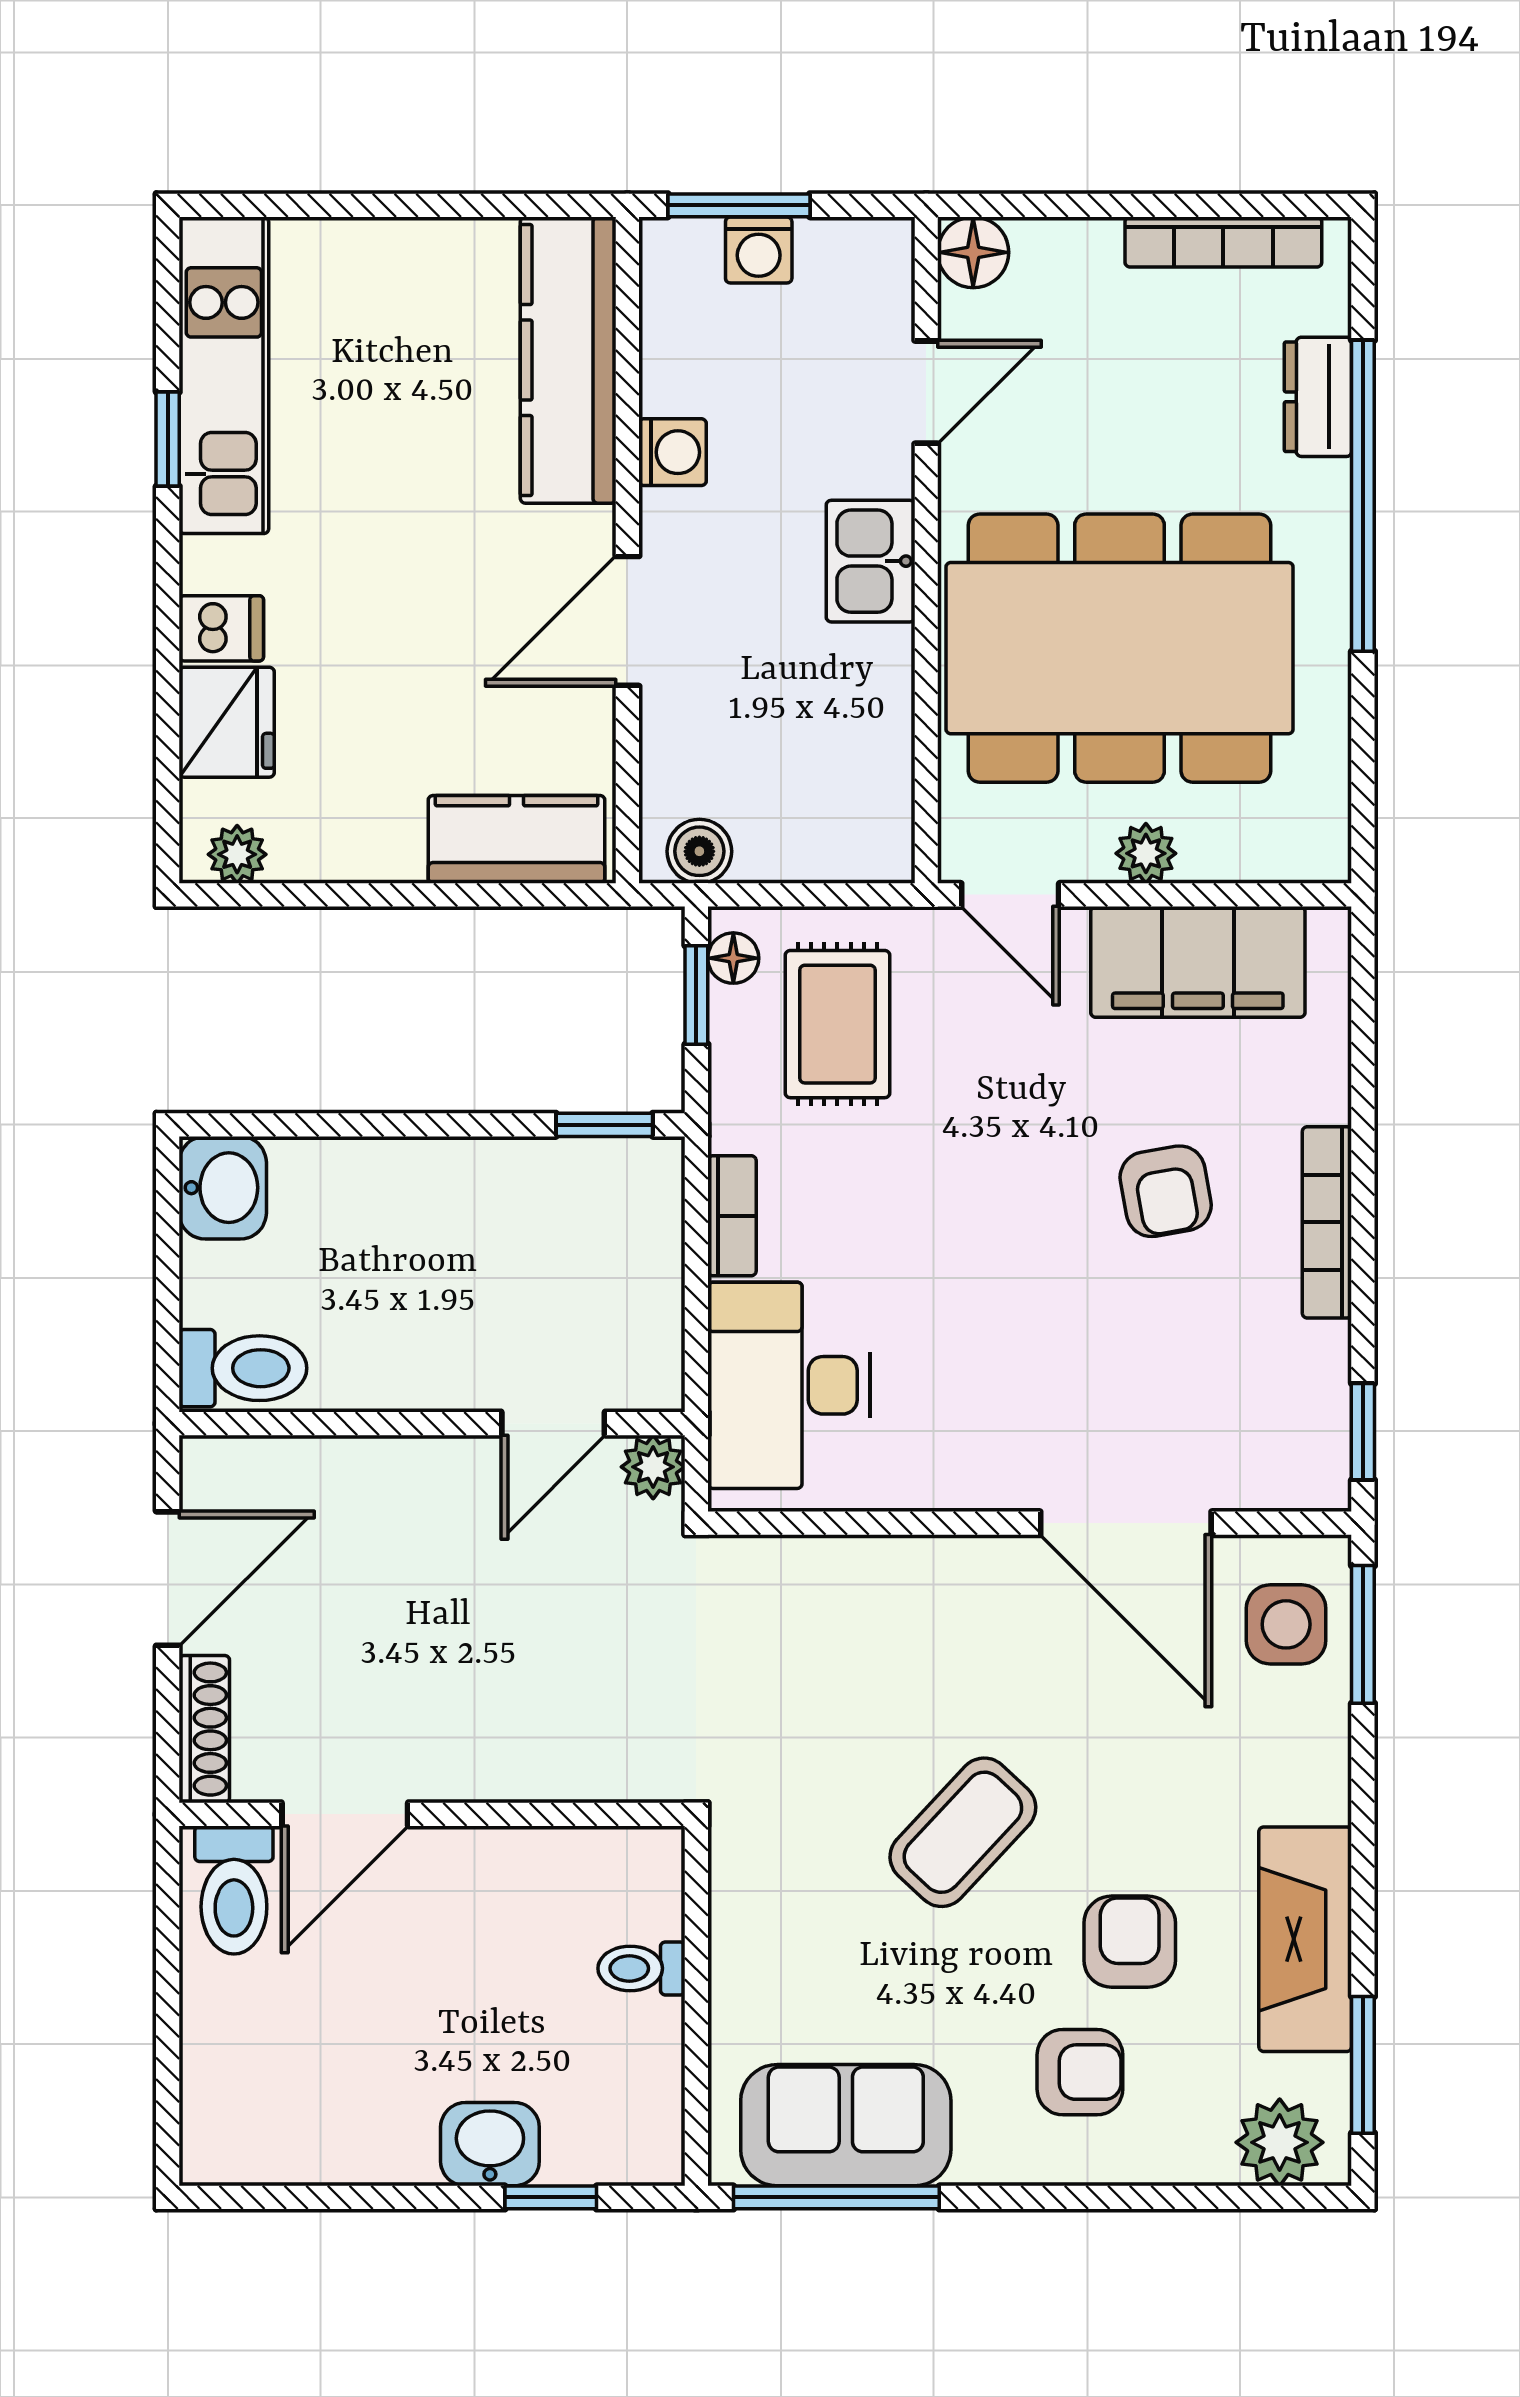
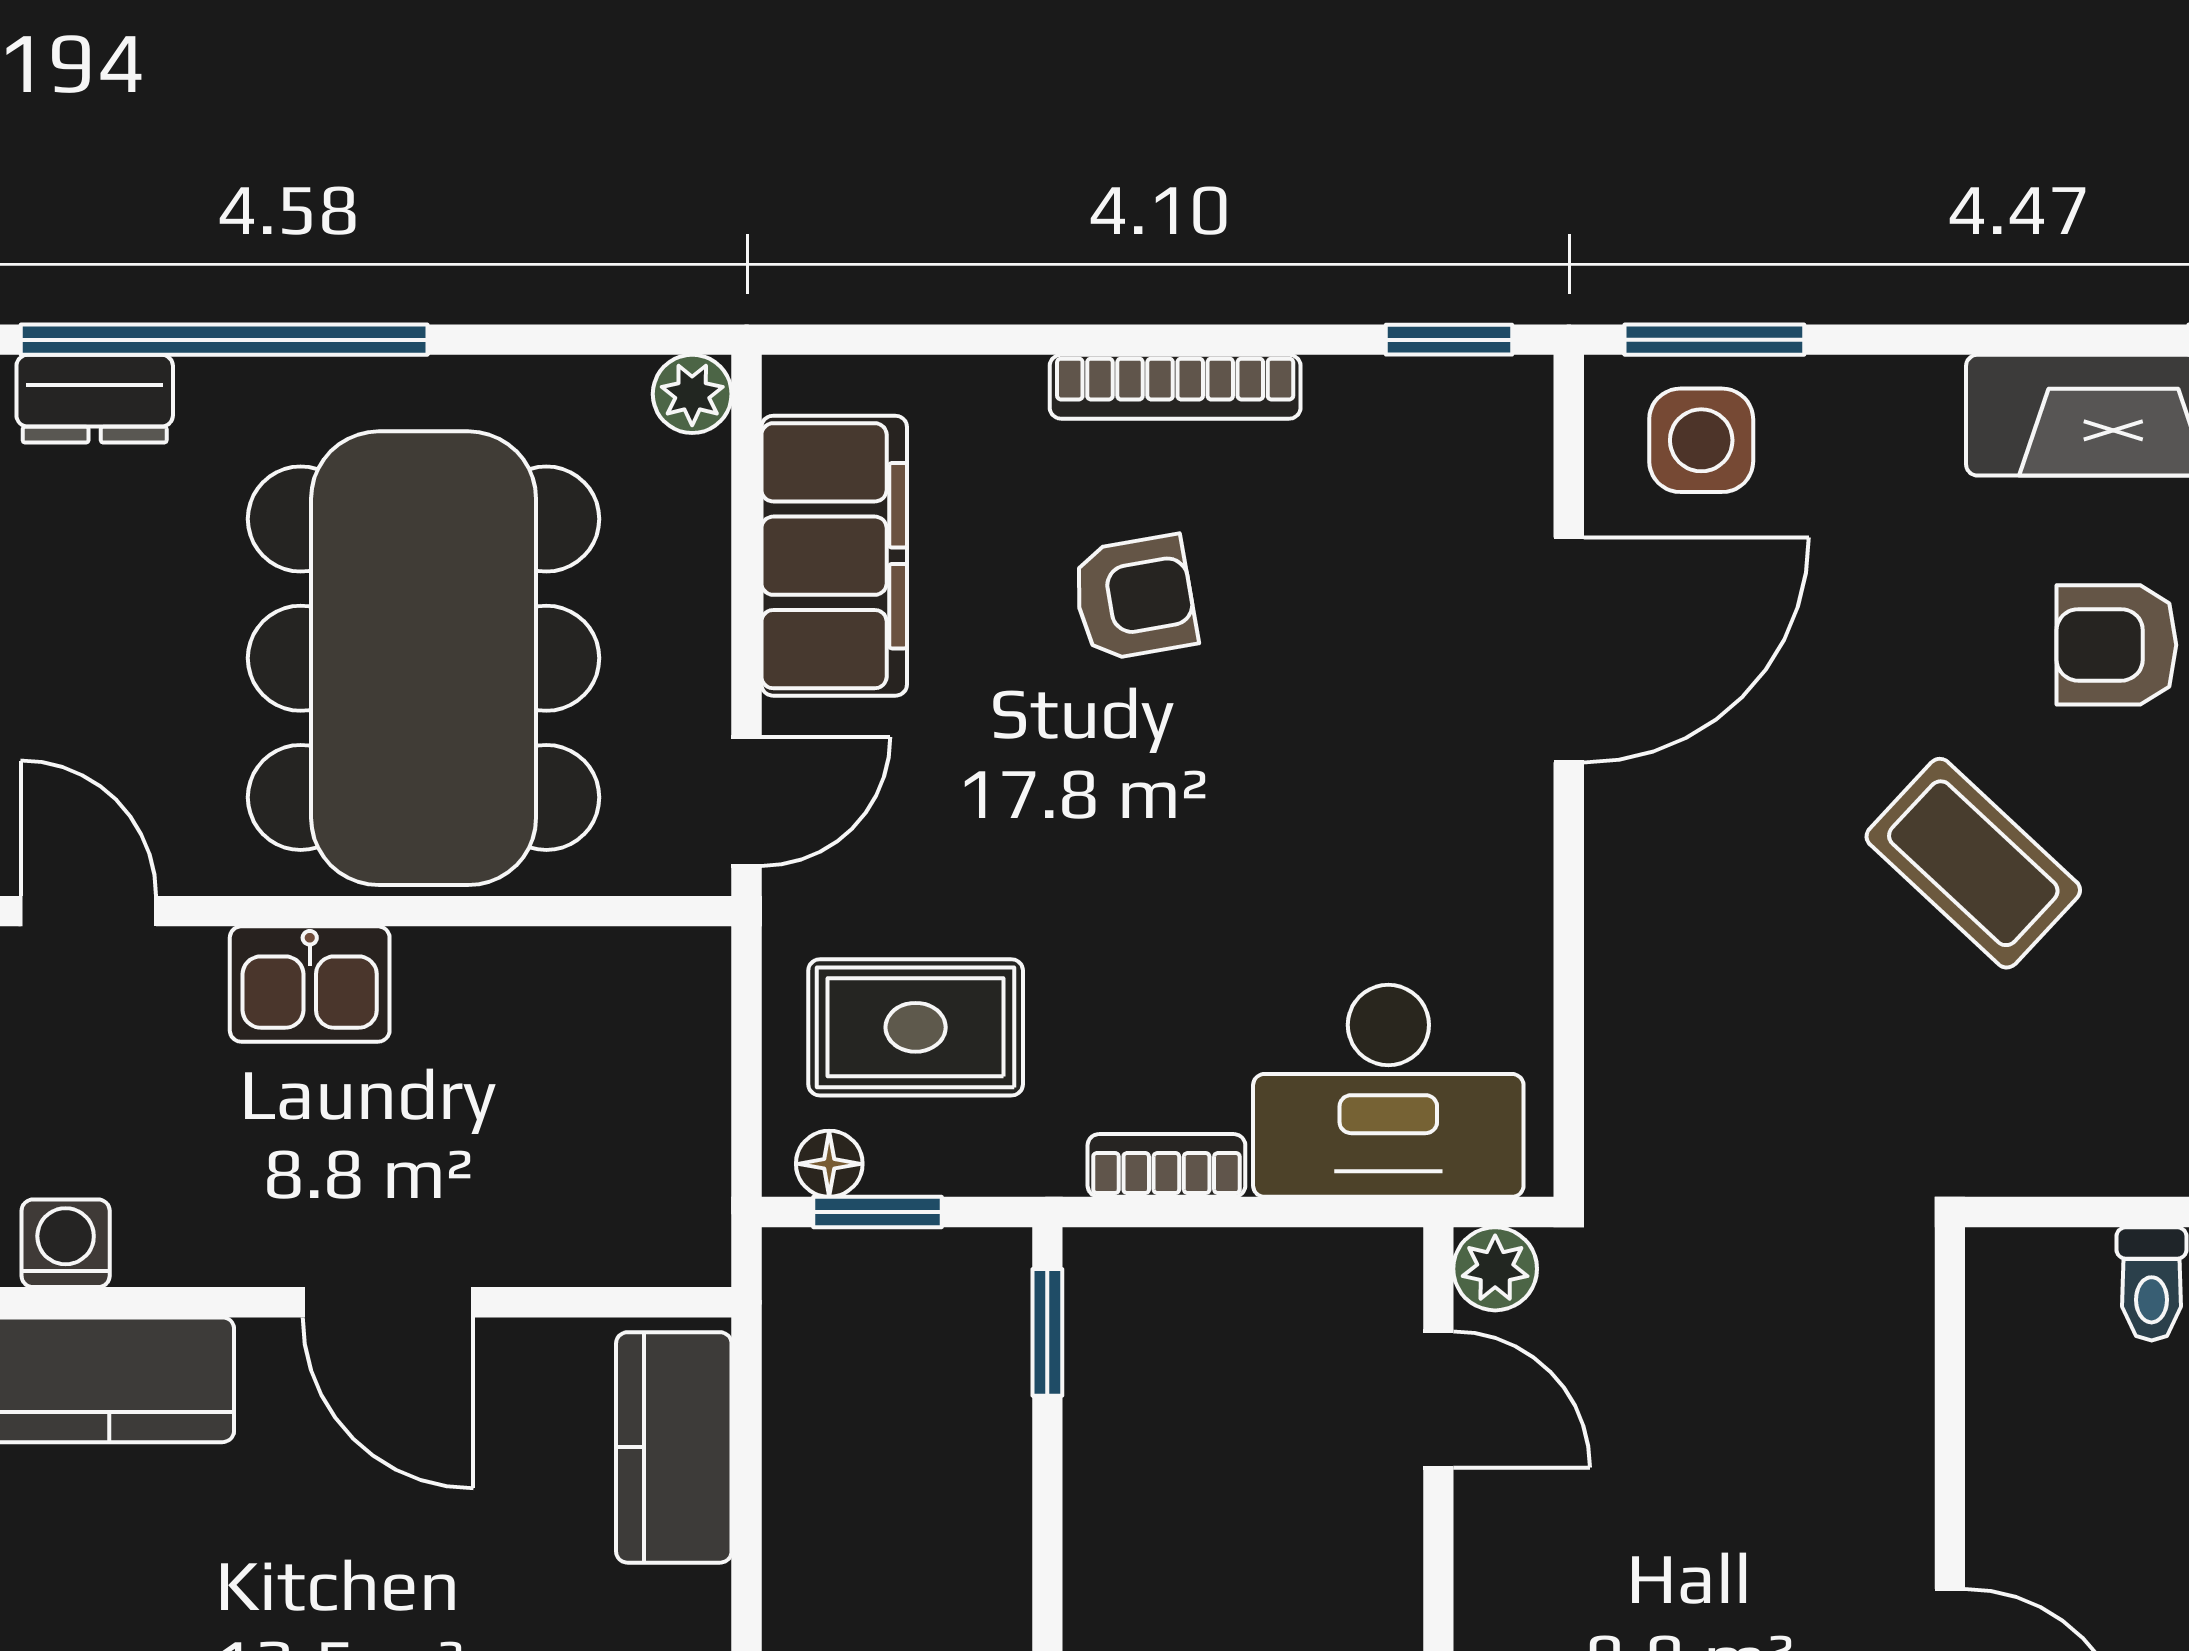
washing machine: (673, 452) -> (66, 1243), moved
boiler: (699, 851) -> (689, 1208), removed
plant: (1146, 853) -> (692, 394), moved

